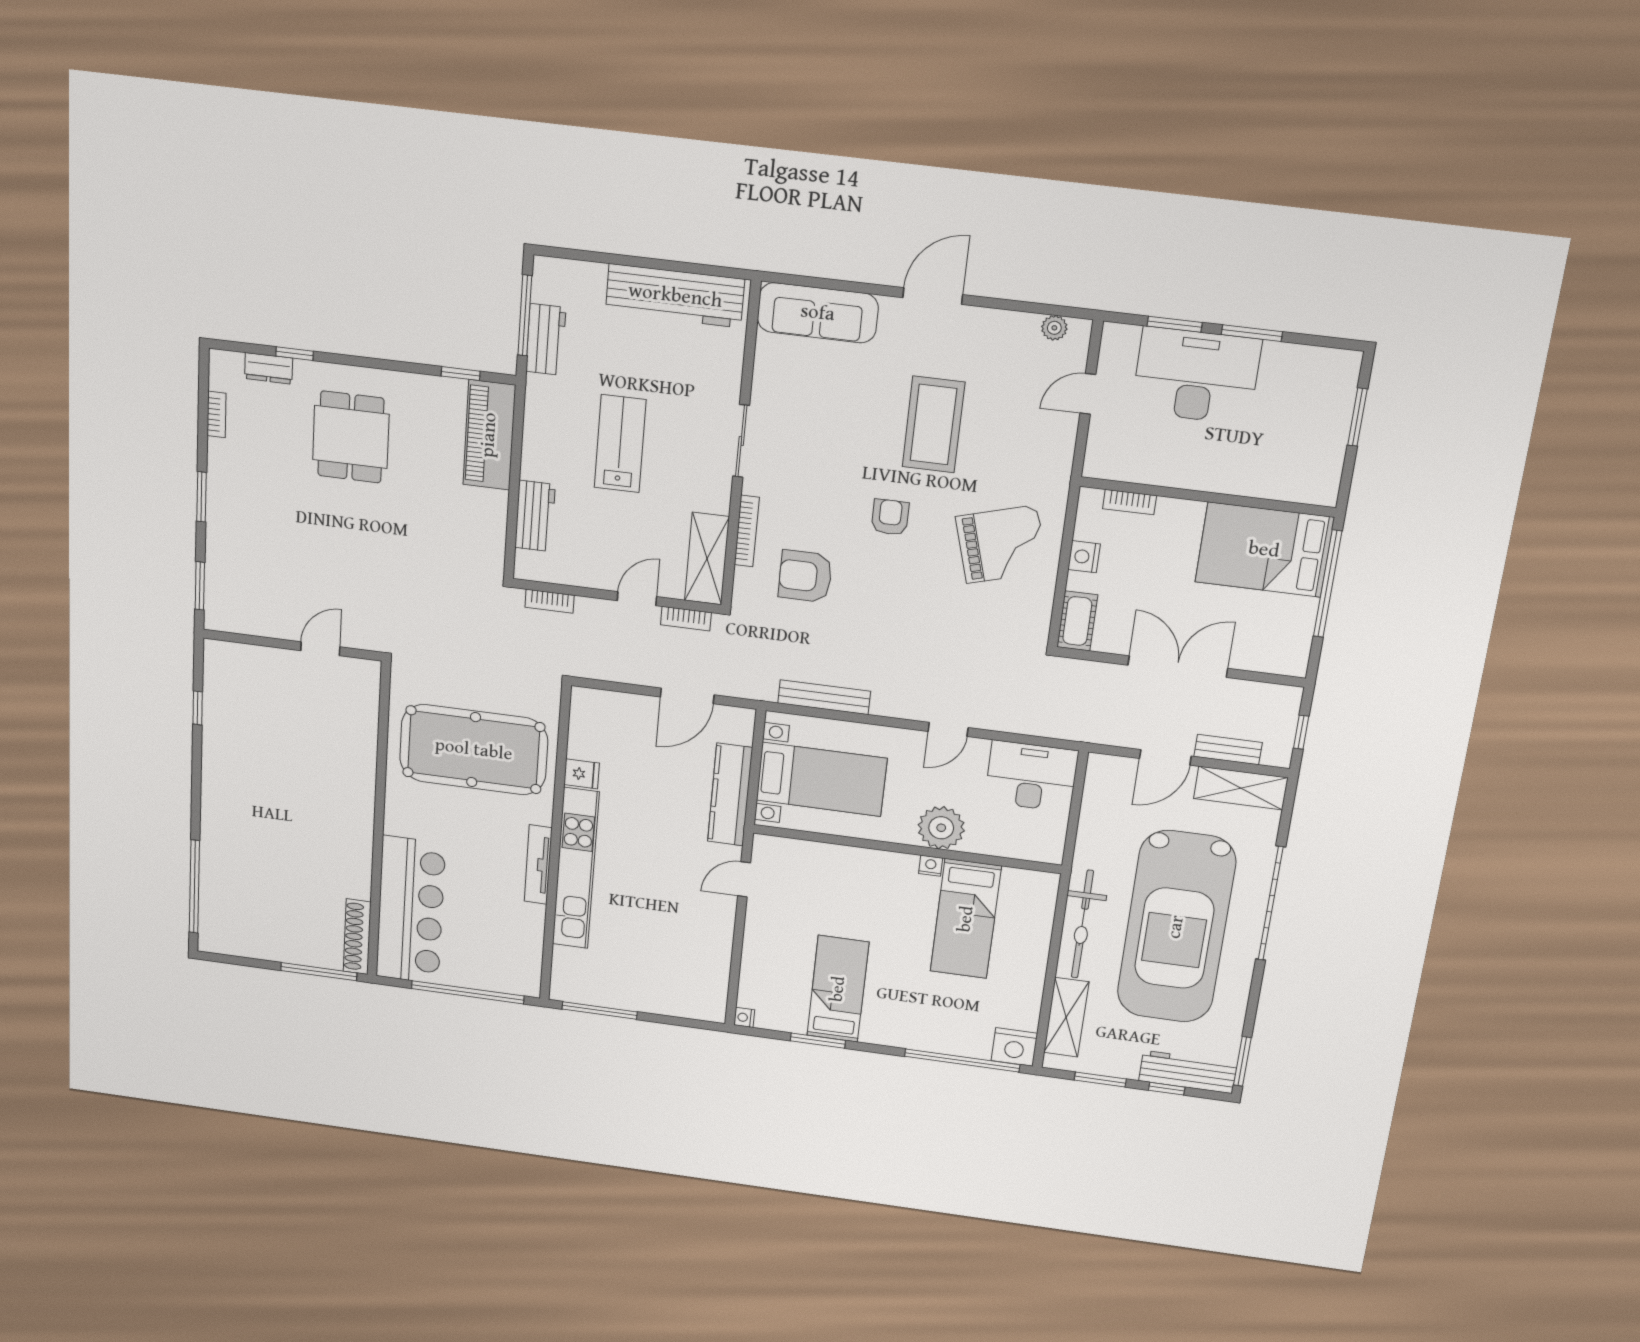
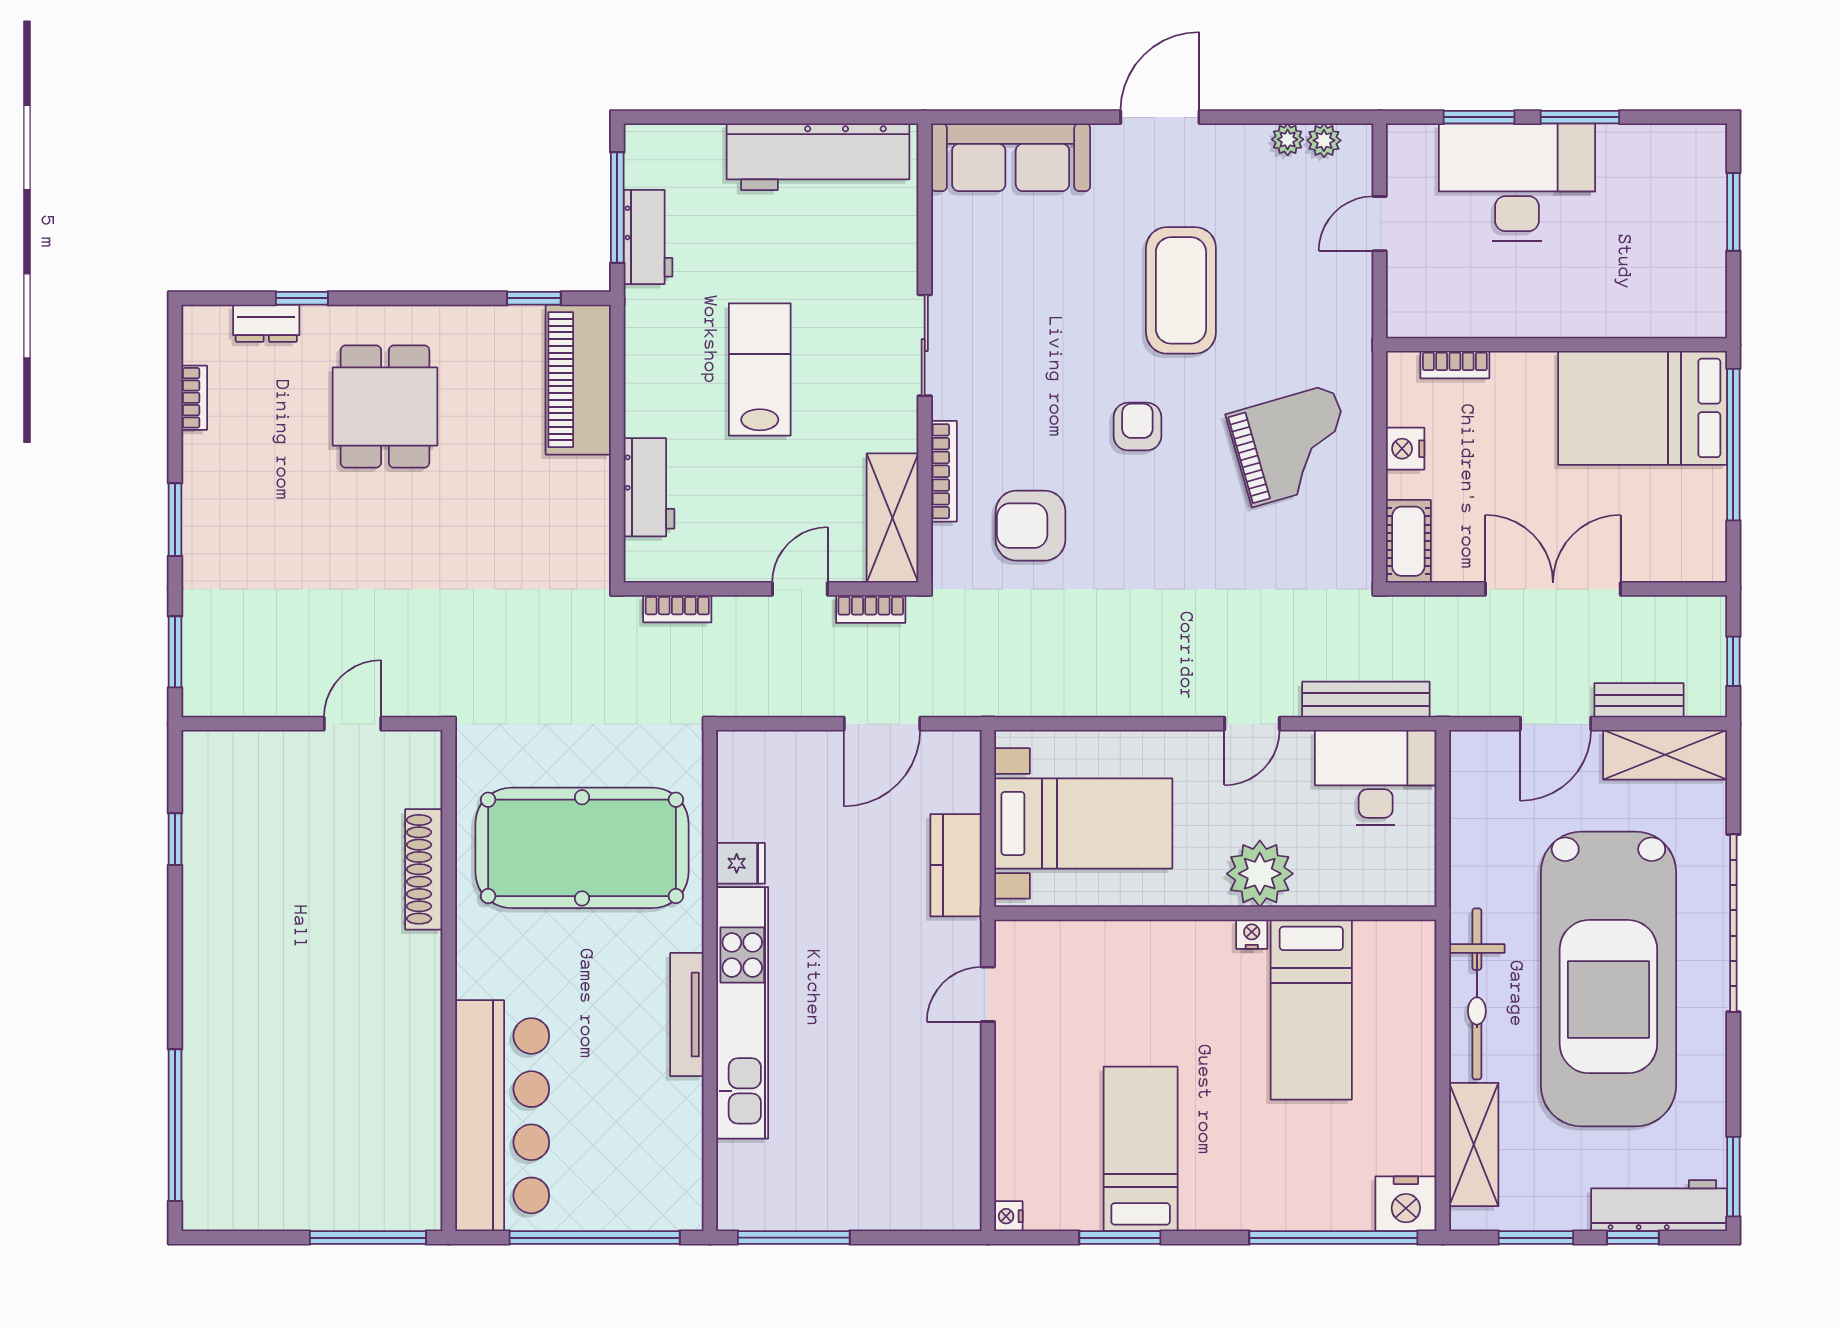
plant: (1027, 324) -> (1288, 139), added
bench: (824, 697) -> (1366, 700), moved
kitchen counter: (730, 795) -> (956, 865), width x0.67
shoe rack: (357, 937) -> (424, 869), moved

